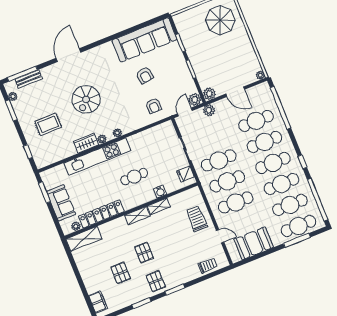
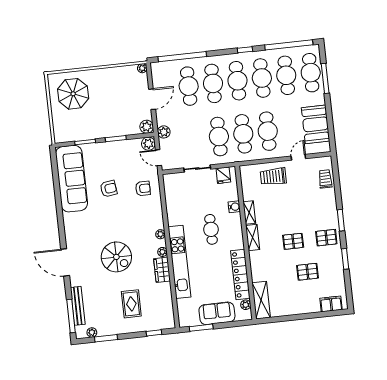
bench: (29, 79) -> (78, 306), width x1.36

